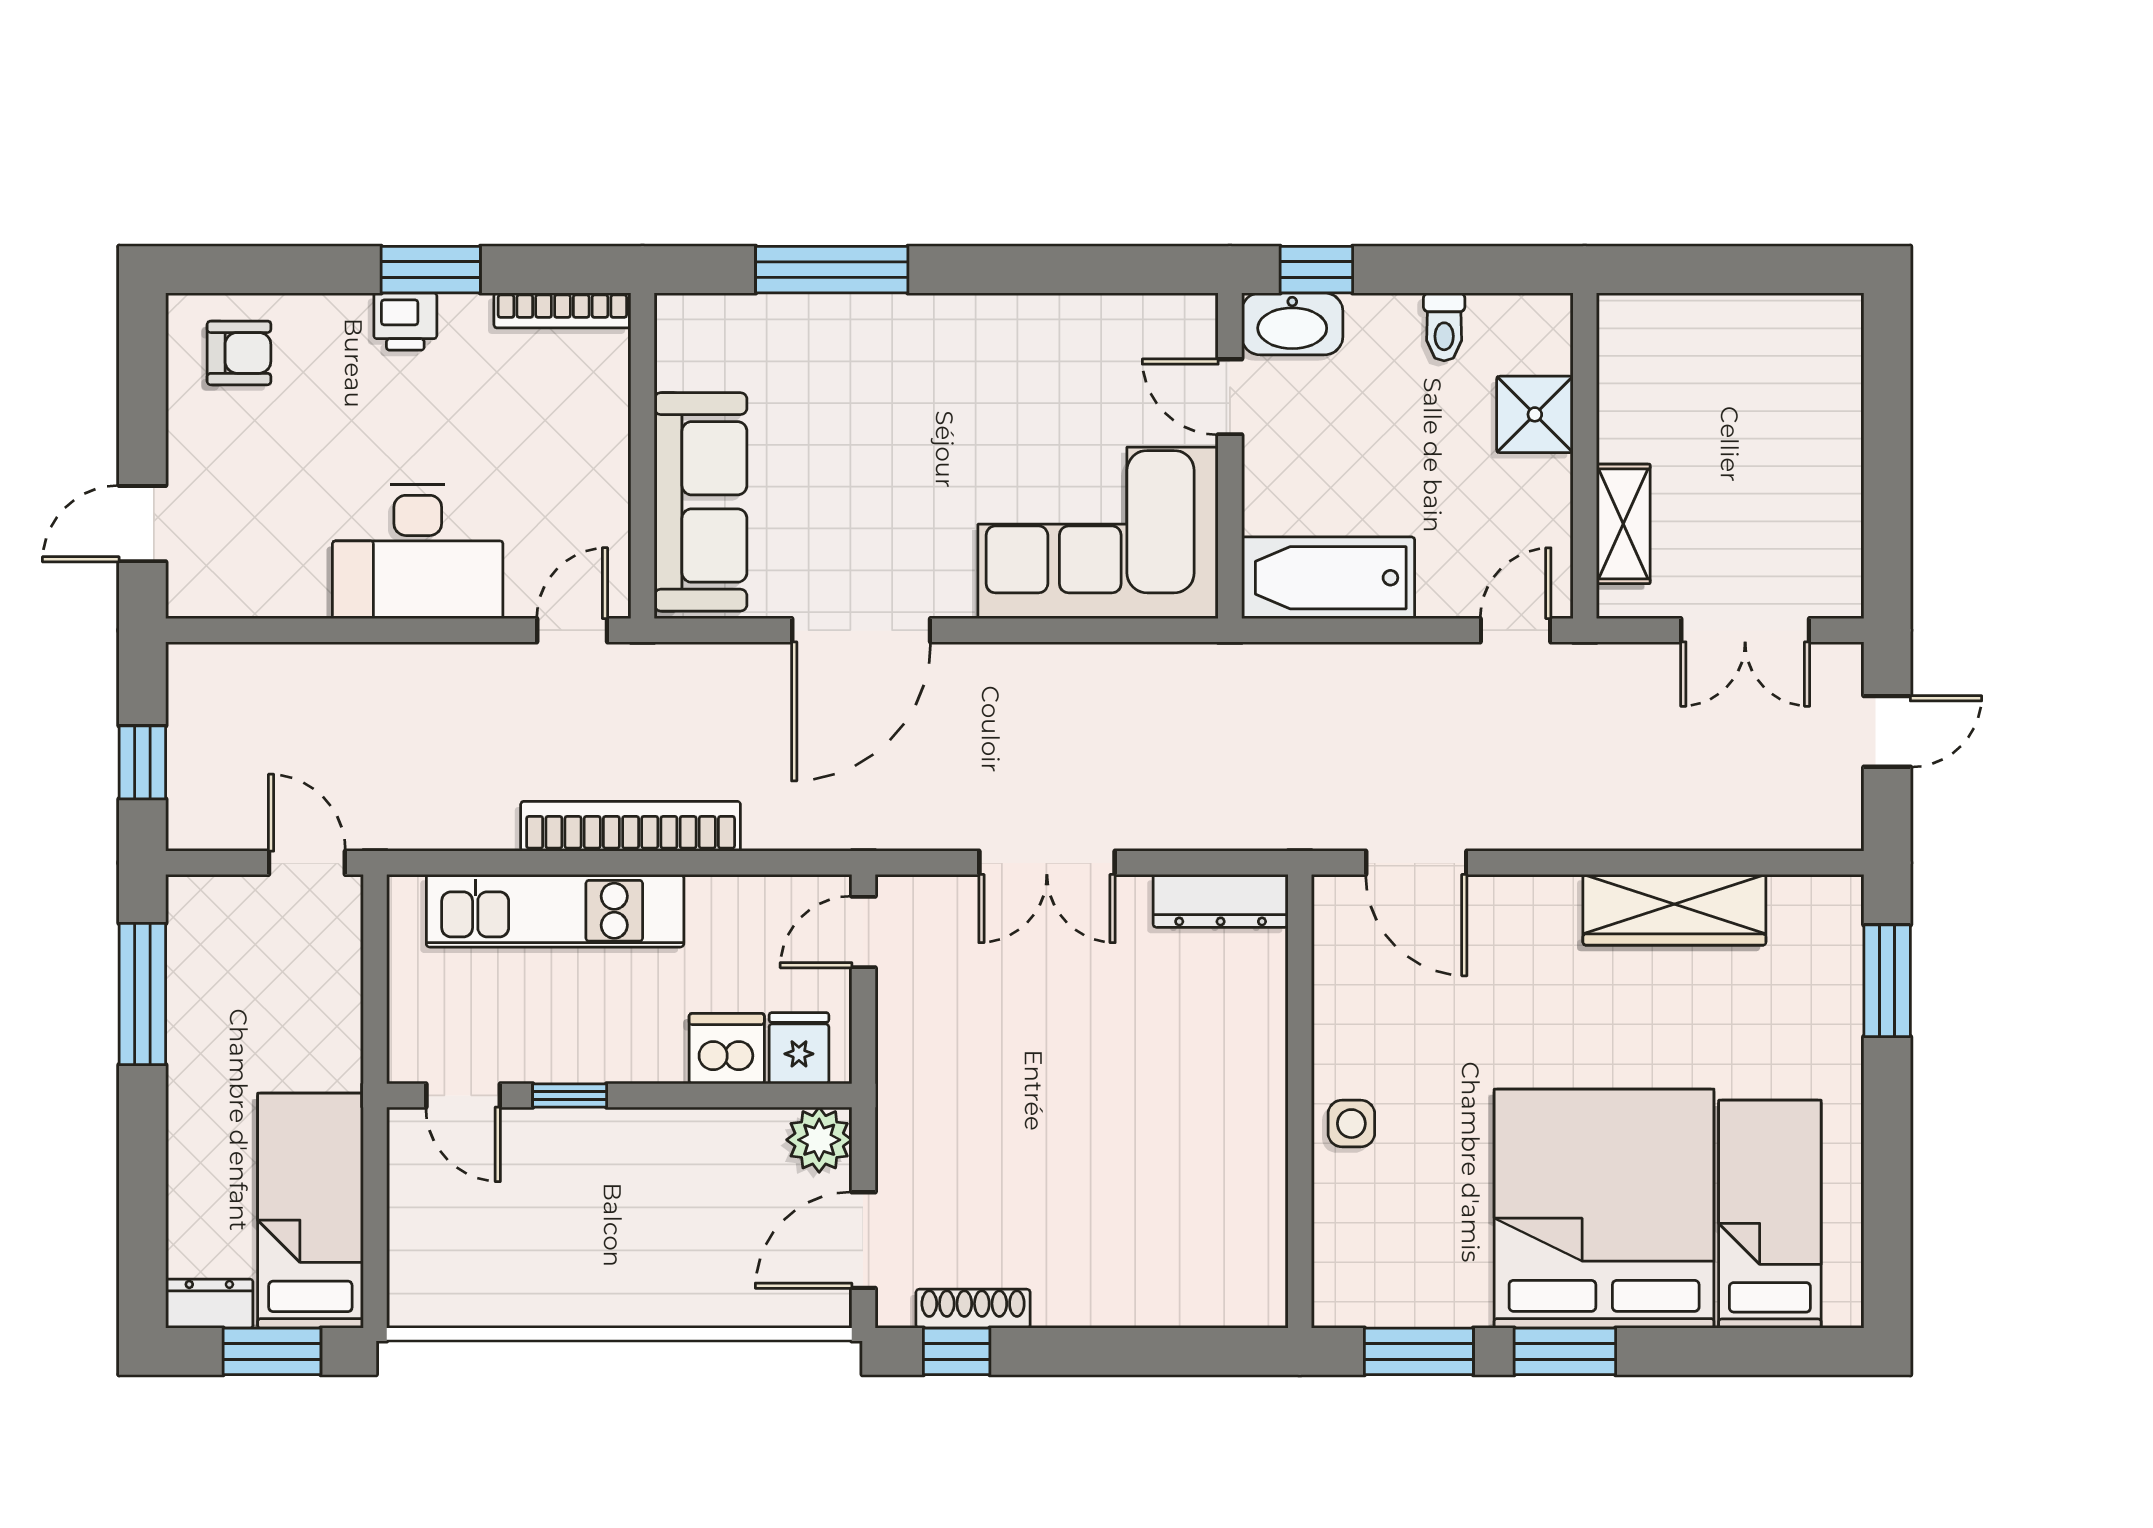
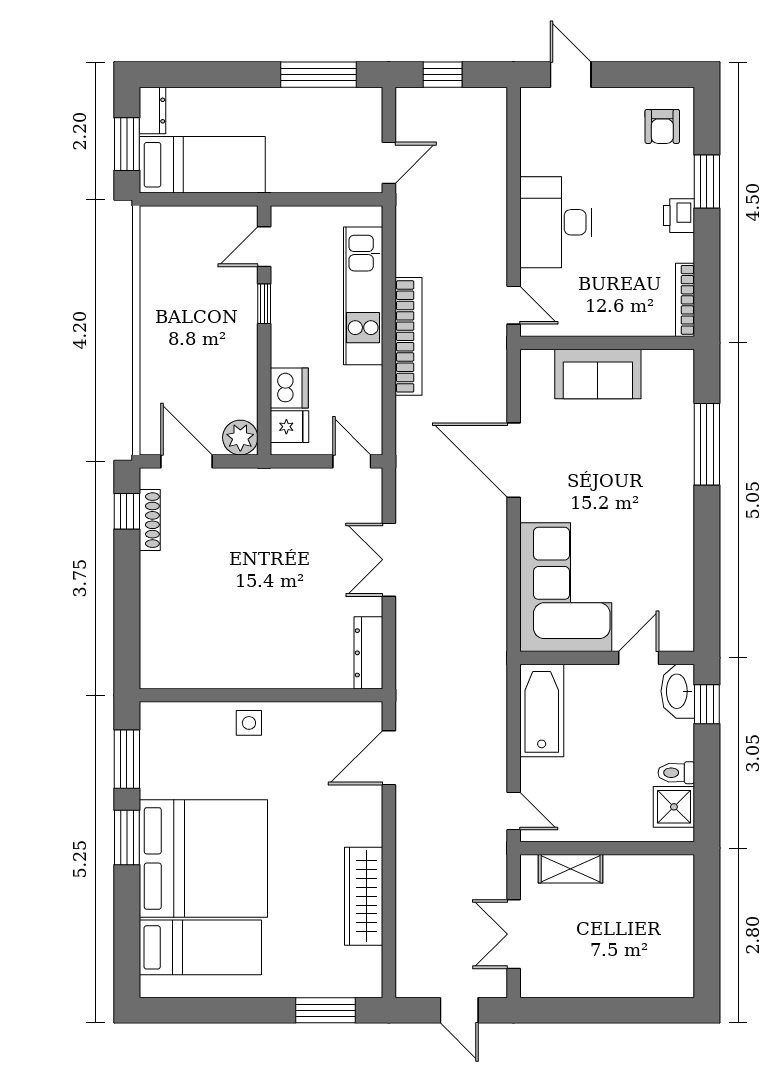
window: (431, 270) -> (707, 182), moved
shower: (1535, 414) -> (674, 807), moved
sofa: (701, 502) -> (598, 374), width x0.73

